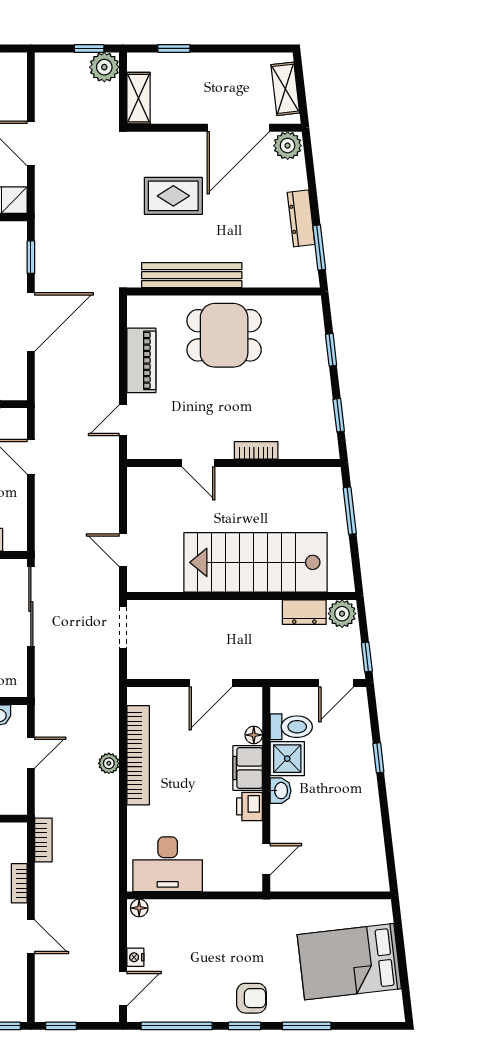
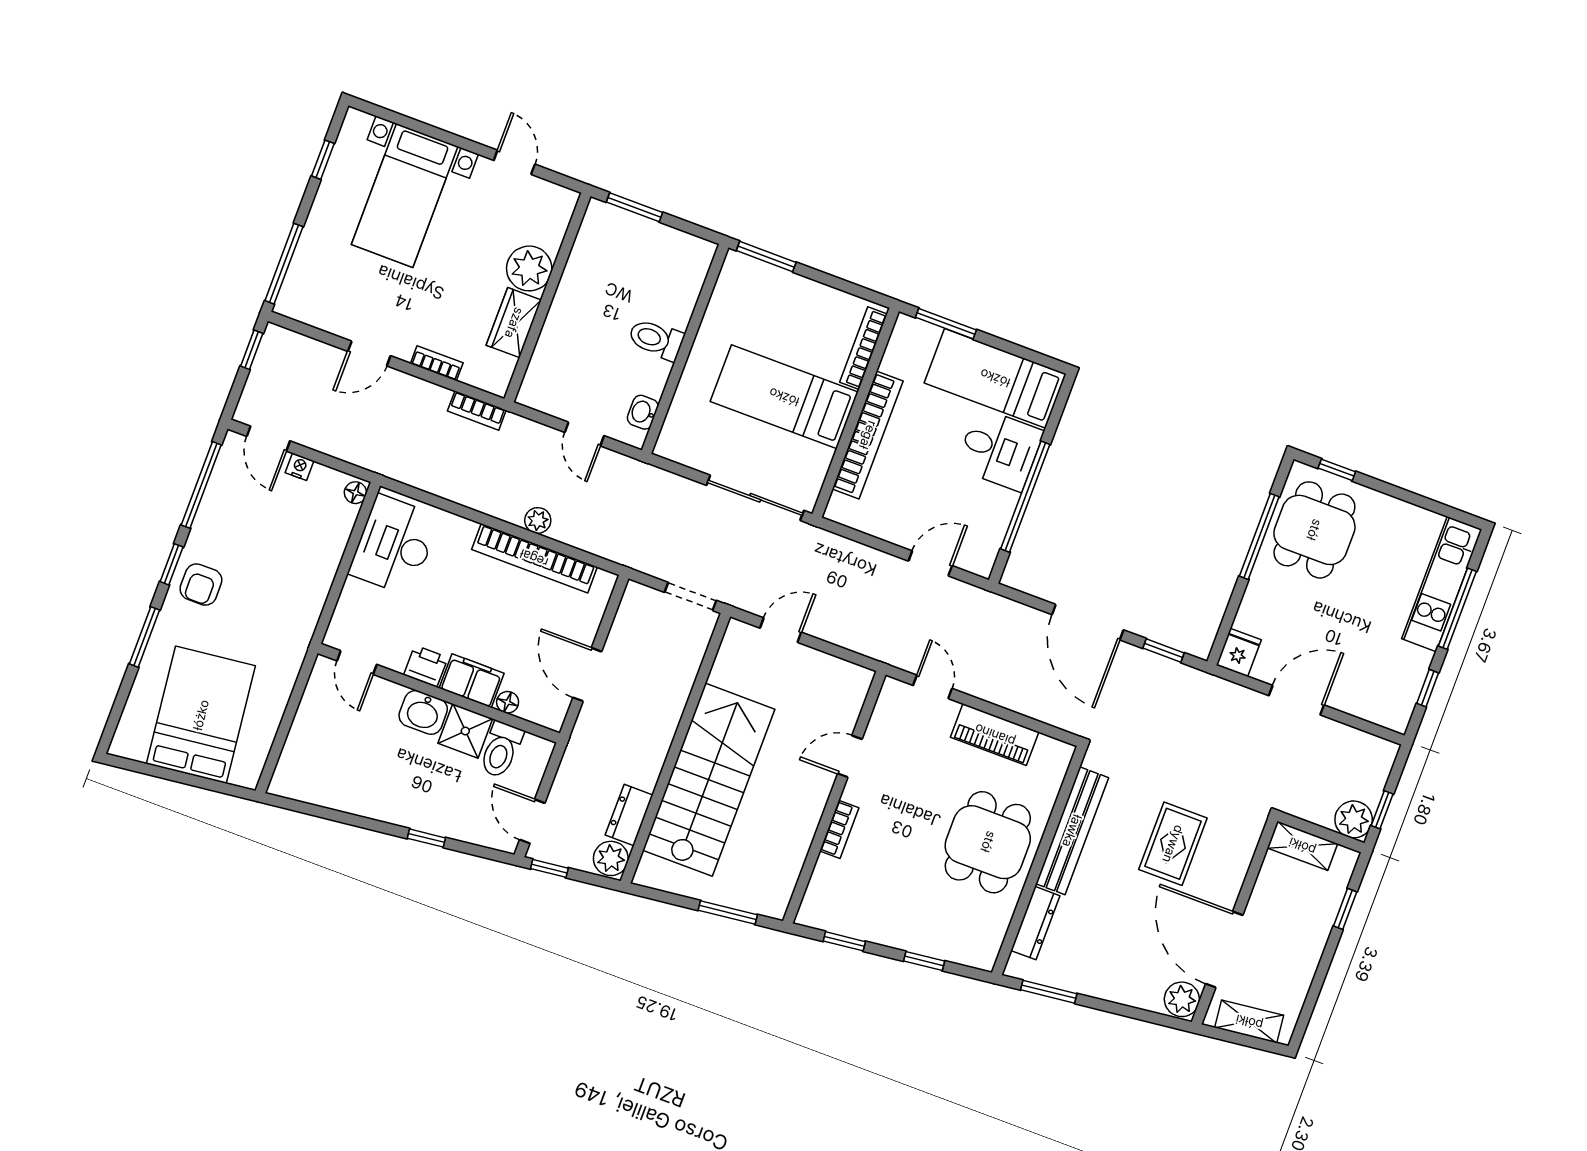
dresser: (301, 218) -> (1035, 923), moved, turned 97
washbasin: (280, 791) -> (423, 712), width x1.38, depth x1.45

